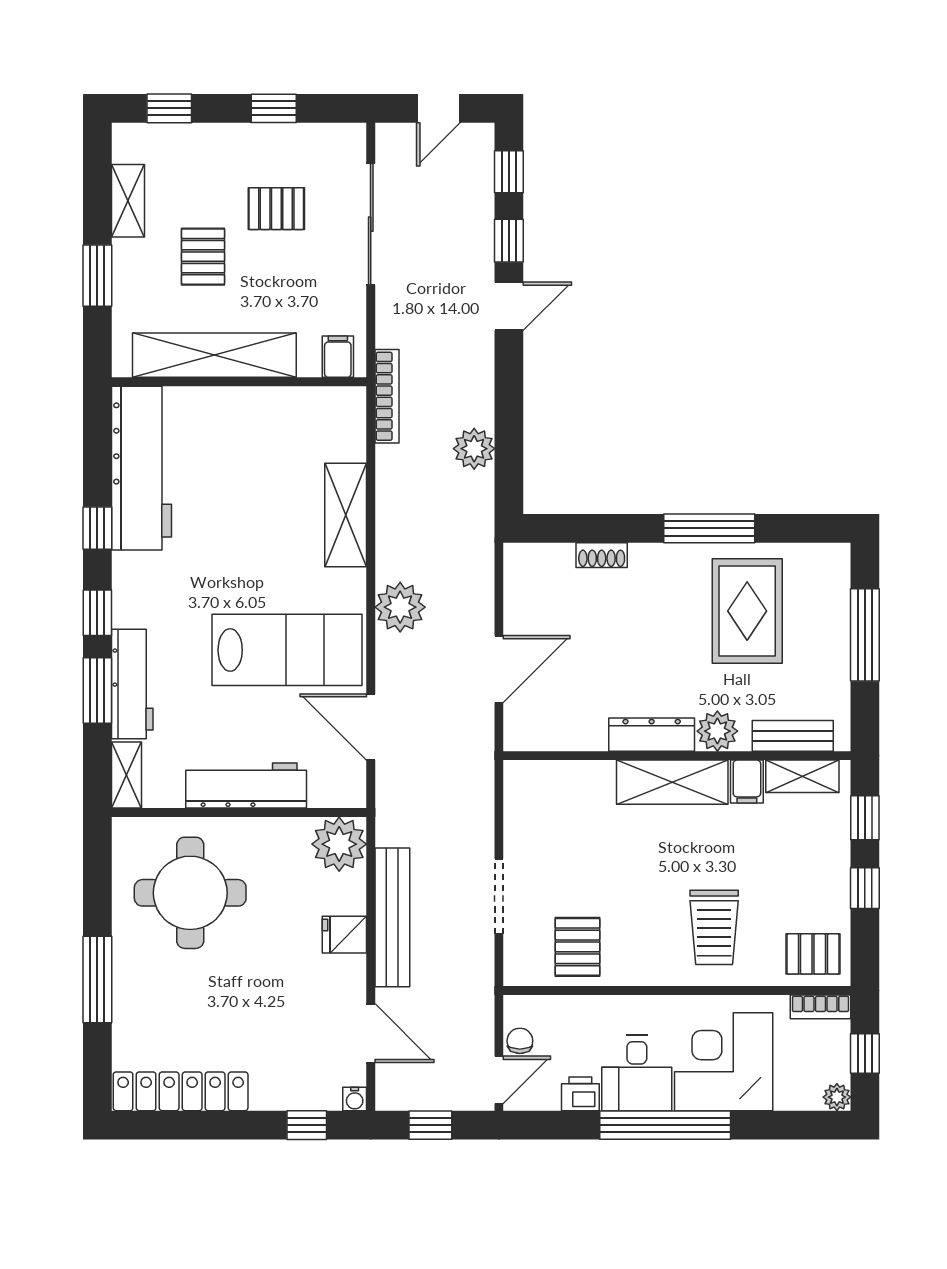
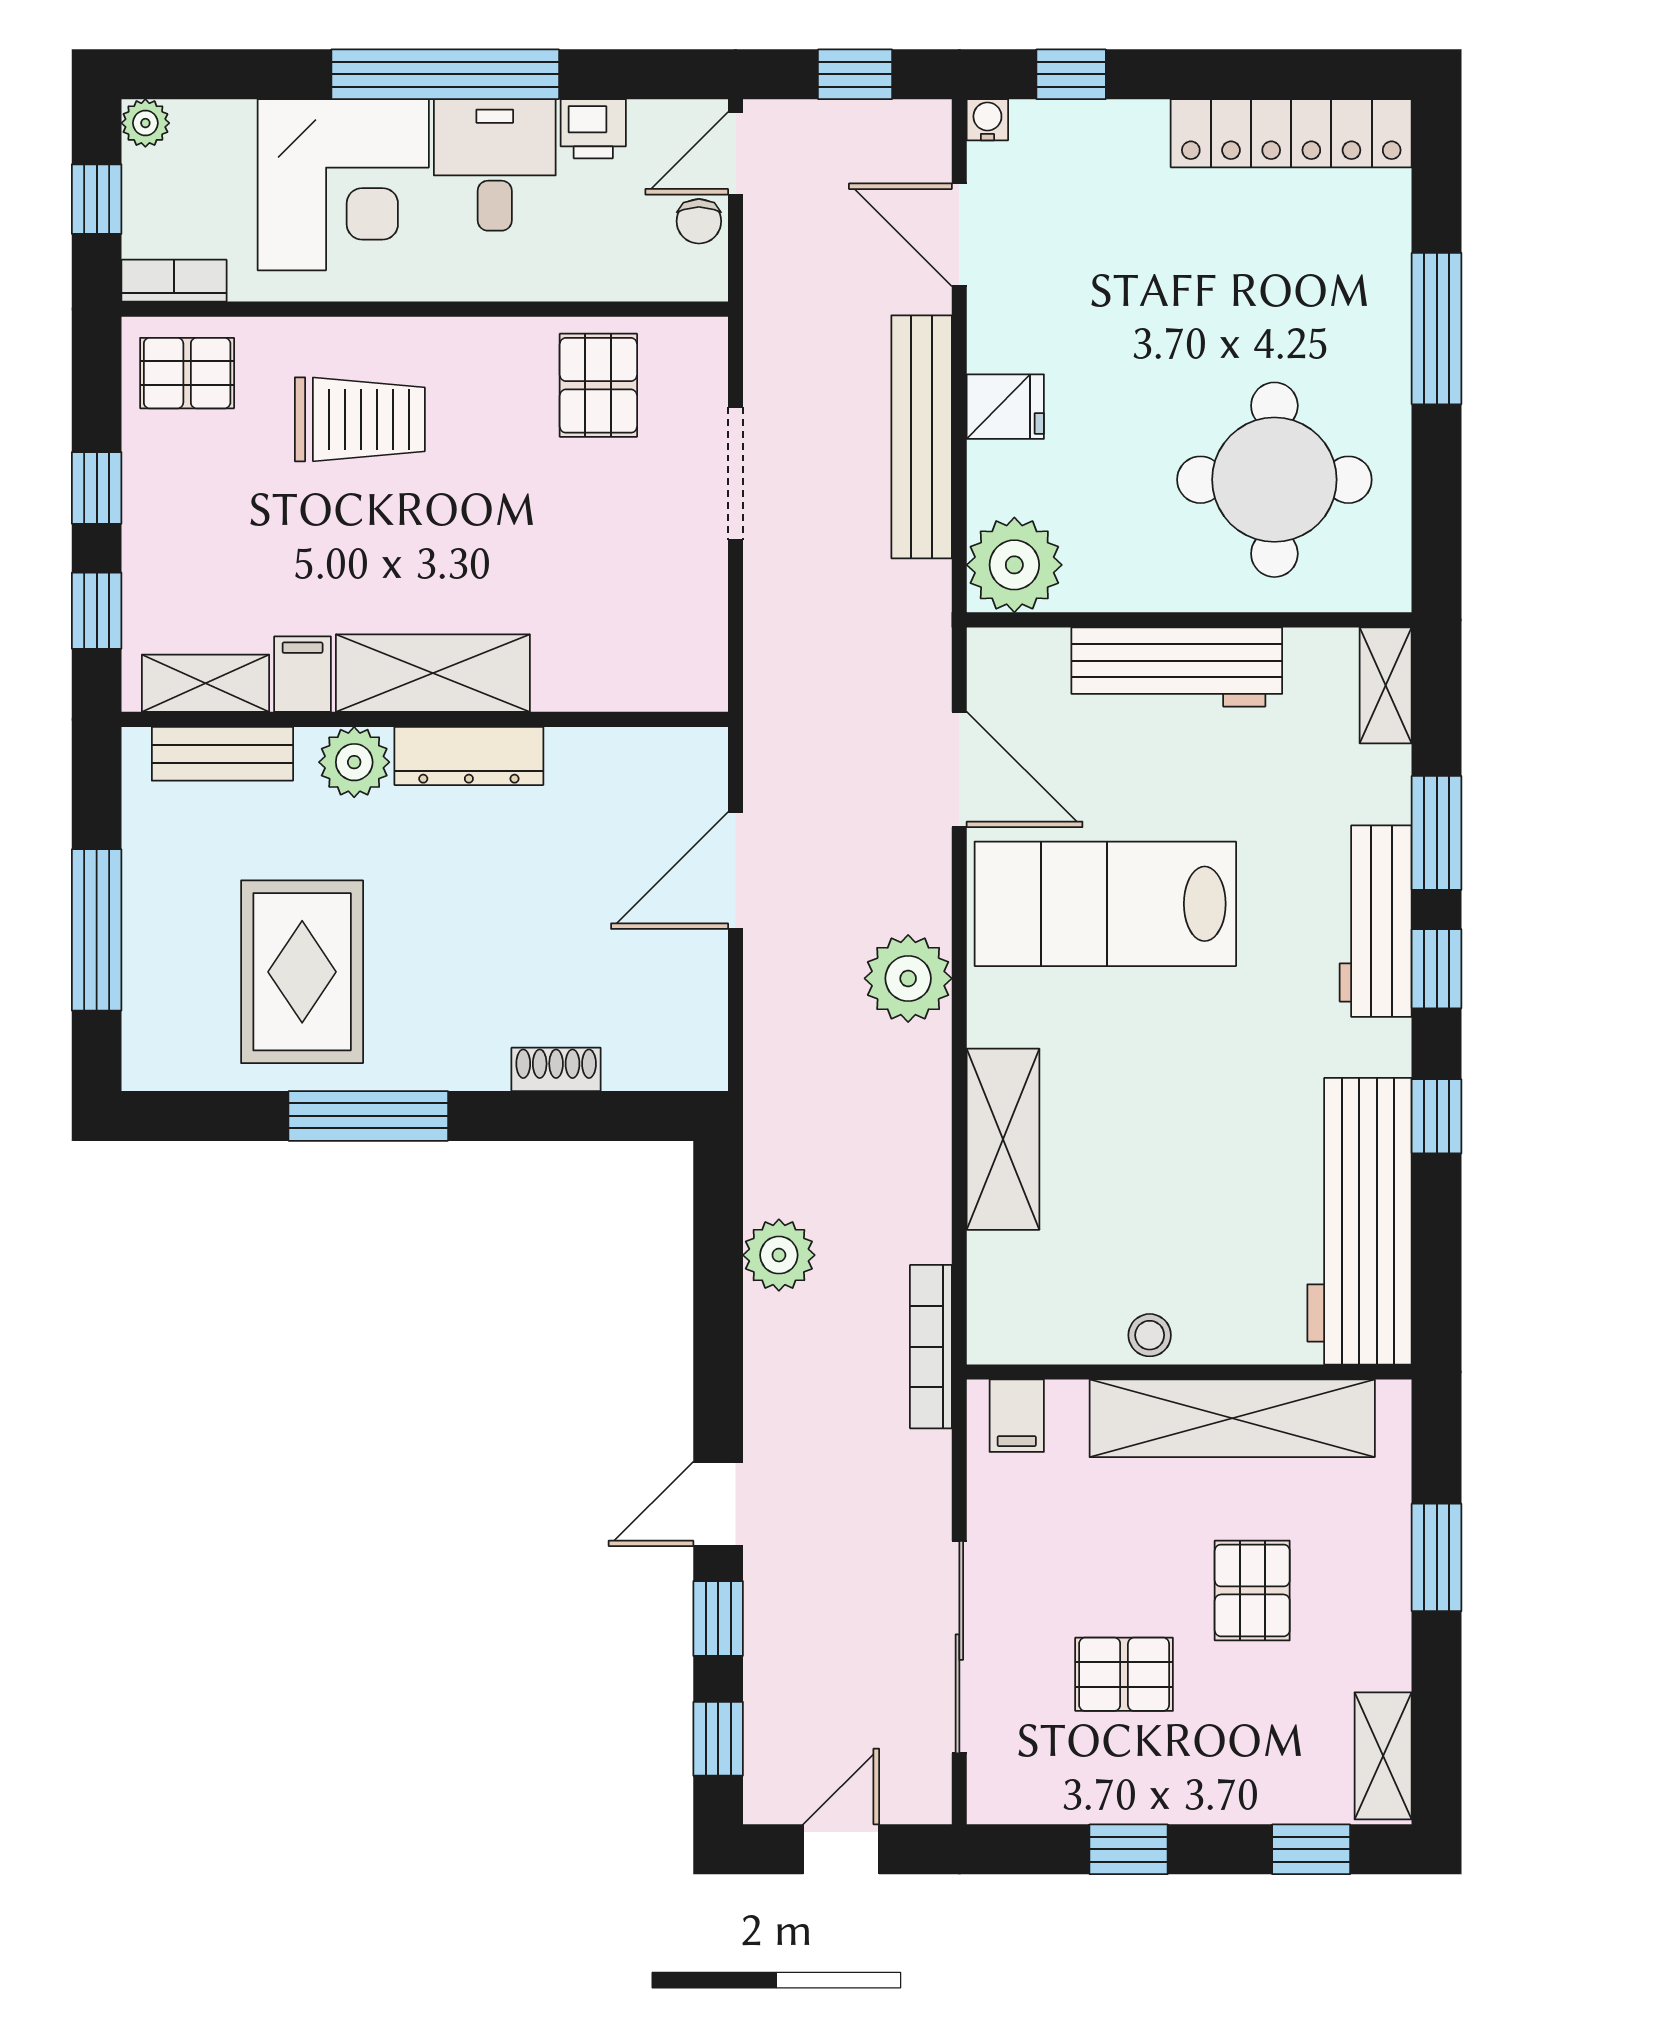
shelving: (128, 201) -> (1383, 1756), moved
stool: (262, 403) -> (1150, 1335), added
workbench: (132, 684) -> (1376, 921), moved
trolley: (714, 927) -> (360, 419), turned 90

